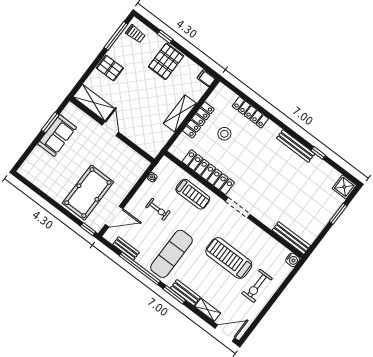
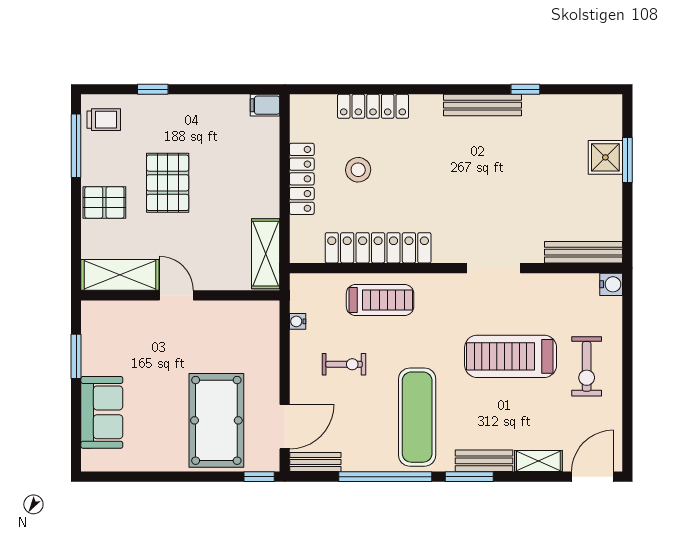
pallet: (166, 61) -> (168, 183), moved
shelving: (180, 113) -> (266, 254), moved
sofa: (57, 136) -> (102, 412), moved
shower: (344, 187) -> (605, 157), moved
doorway: (238, 208) -> (494, 268), moved
bench: (126, 248) -> (315, 462), moved

